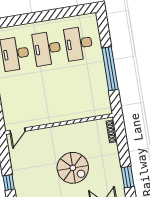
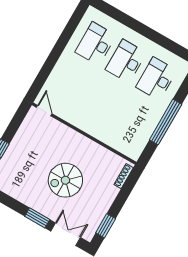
door: (18, 131) -> (44, 111), swing flipped
spiral stairs: (73, 168) -> (65, 180), turned 90

